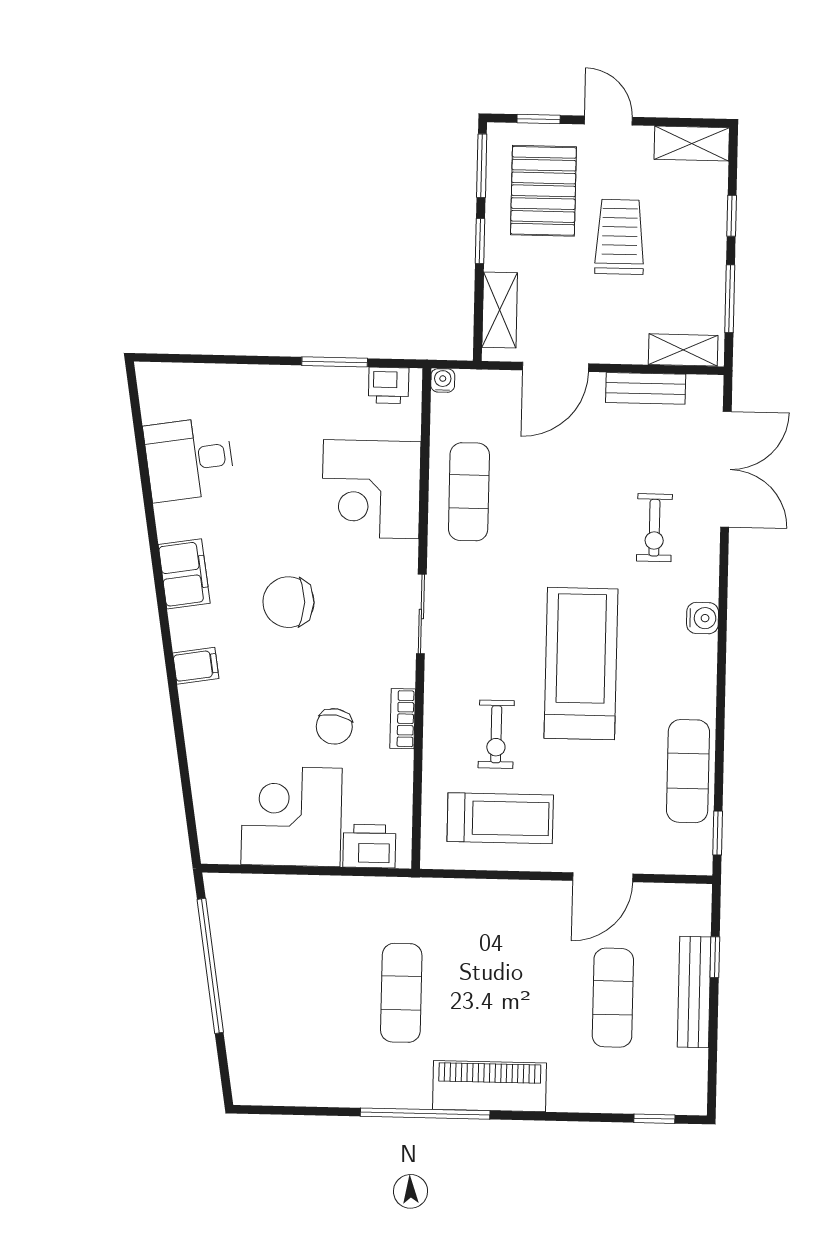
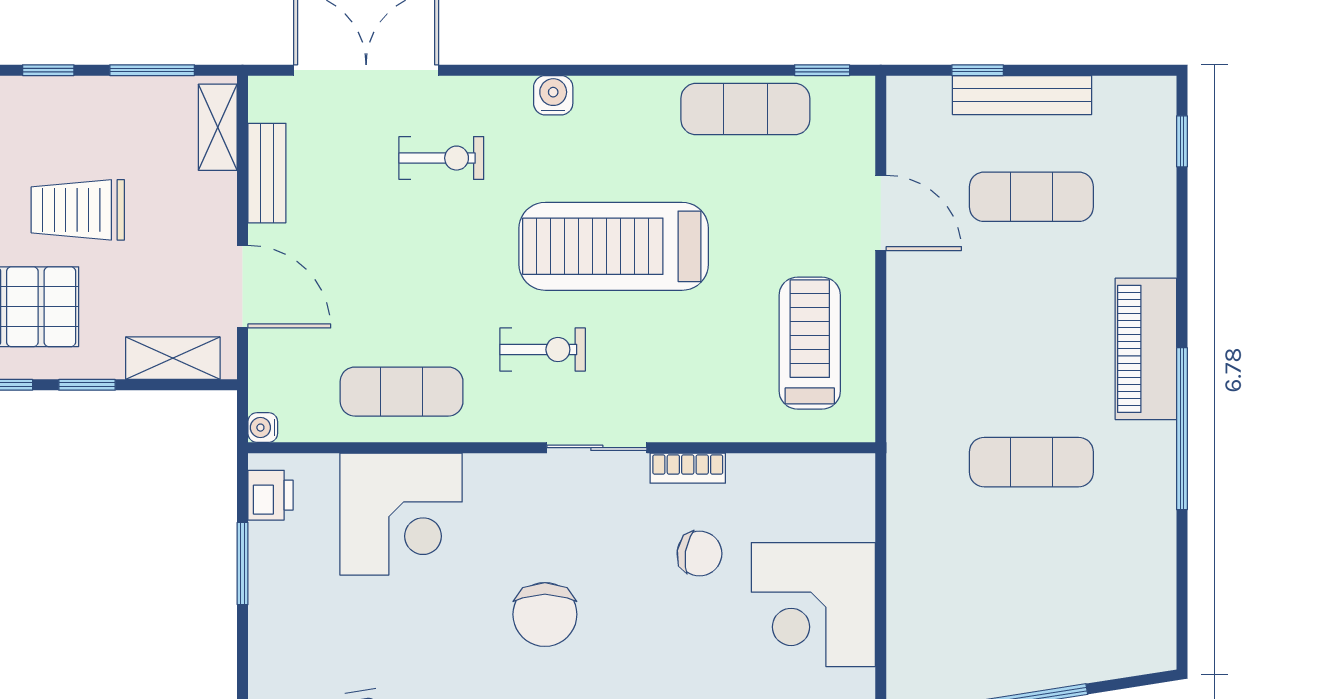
sliding door: (421, 614) -> (597, 448), moved
exercise bike: (496, 734) -> (543, 350), moved
printer: (369, 846) -> (848, 506), removed

